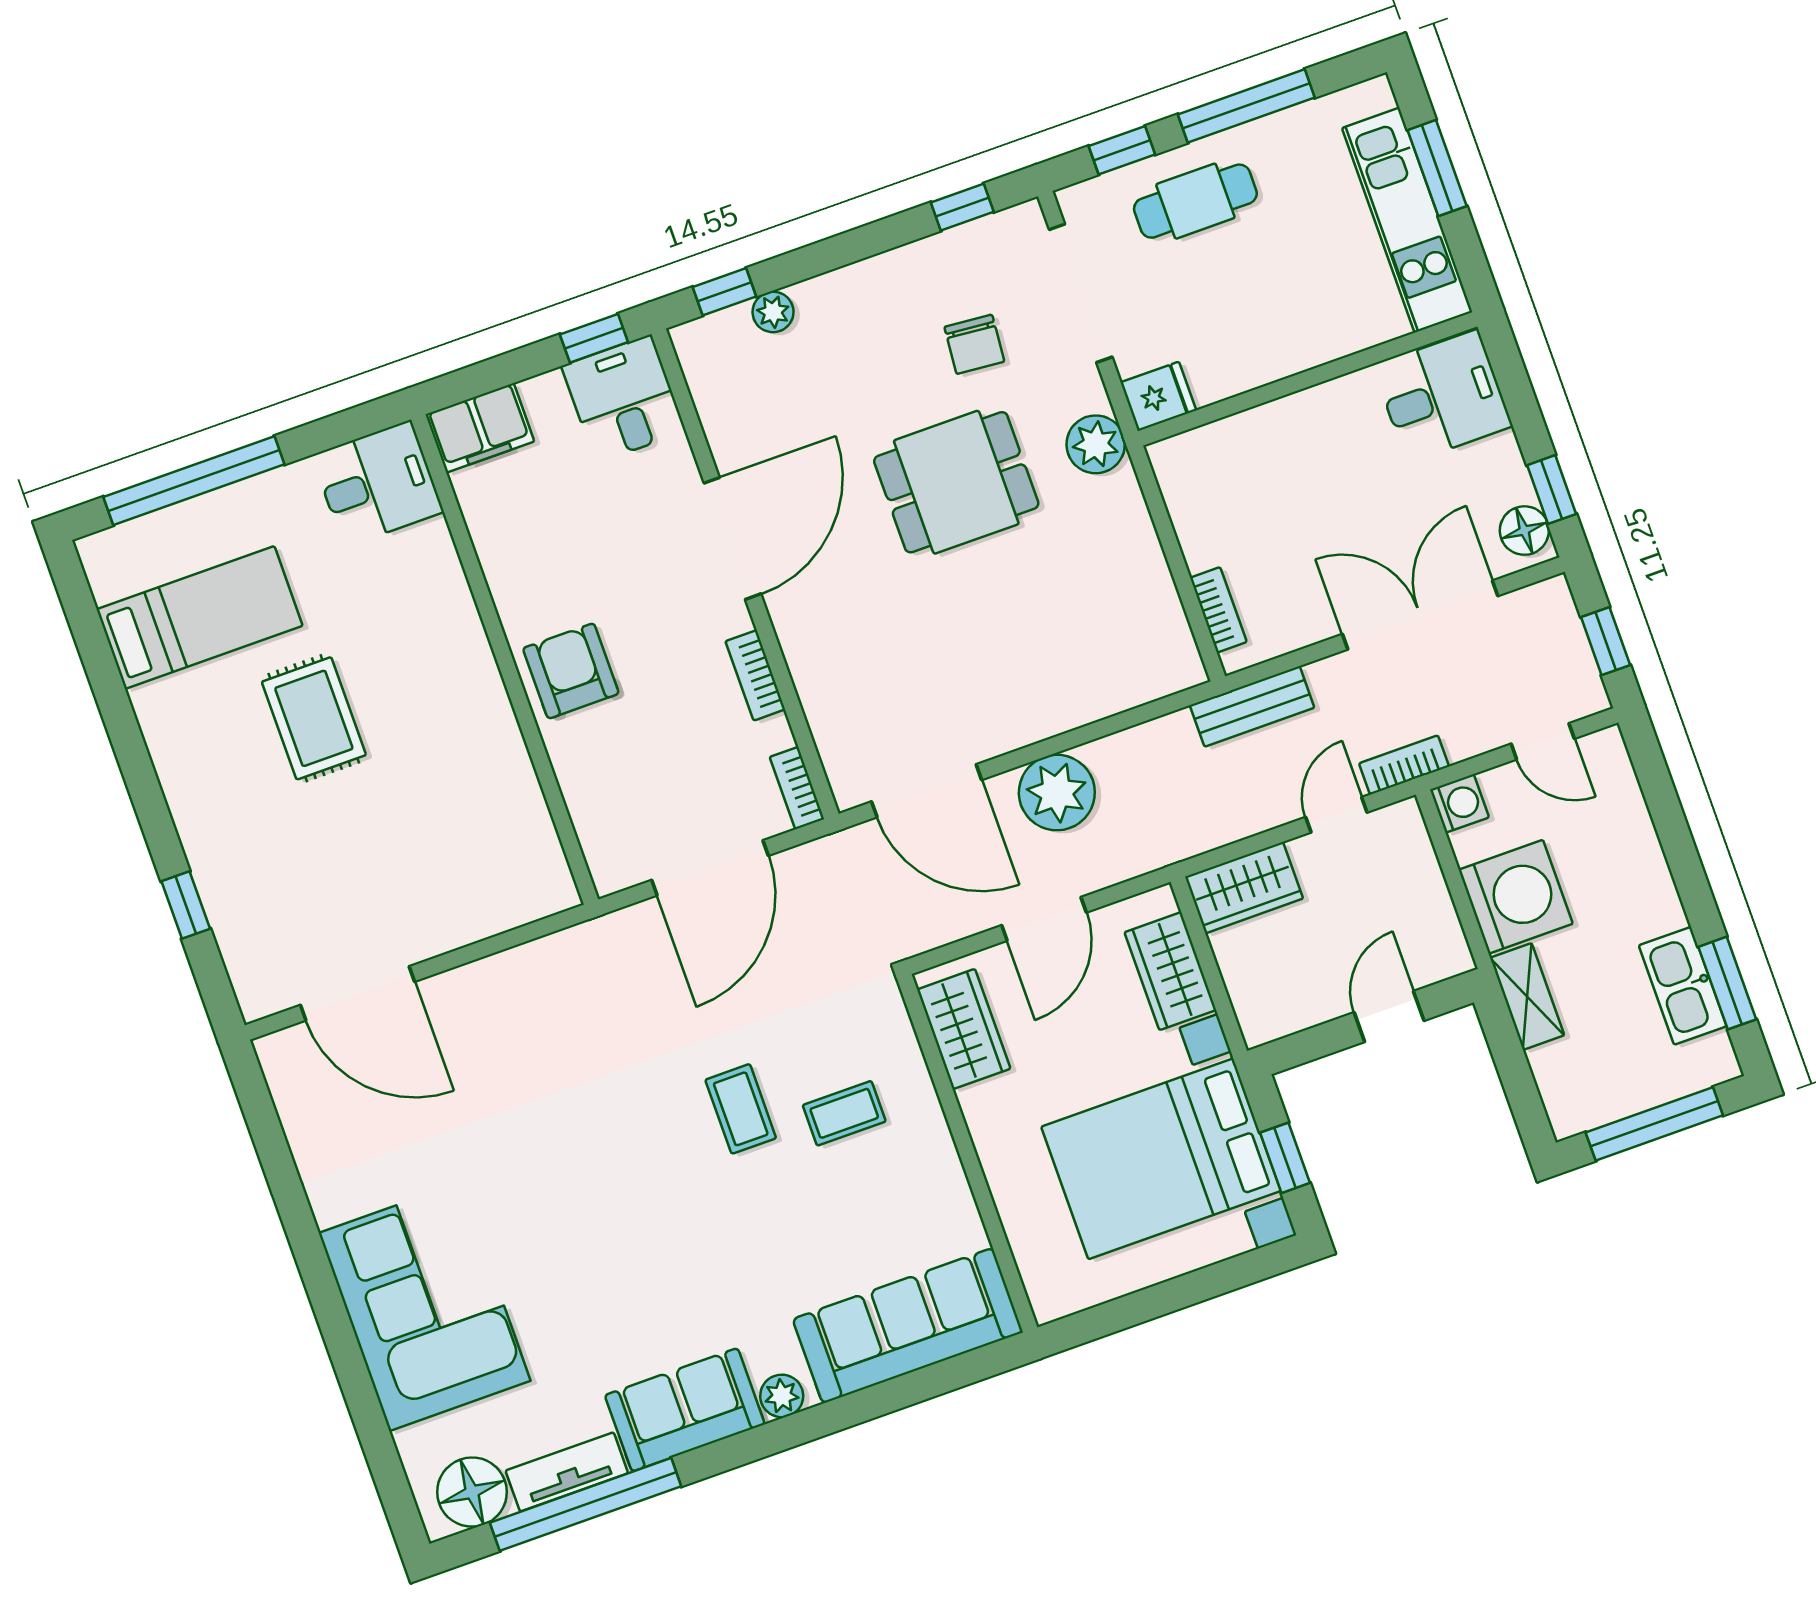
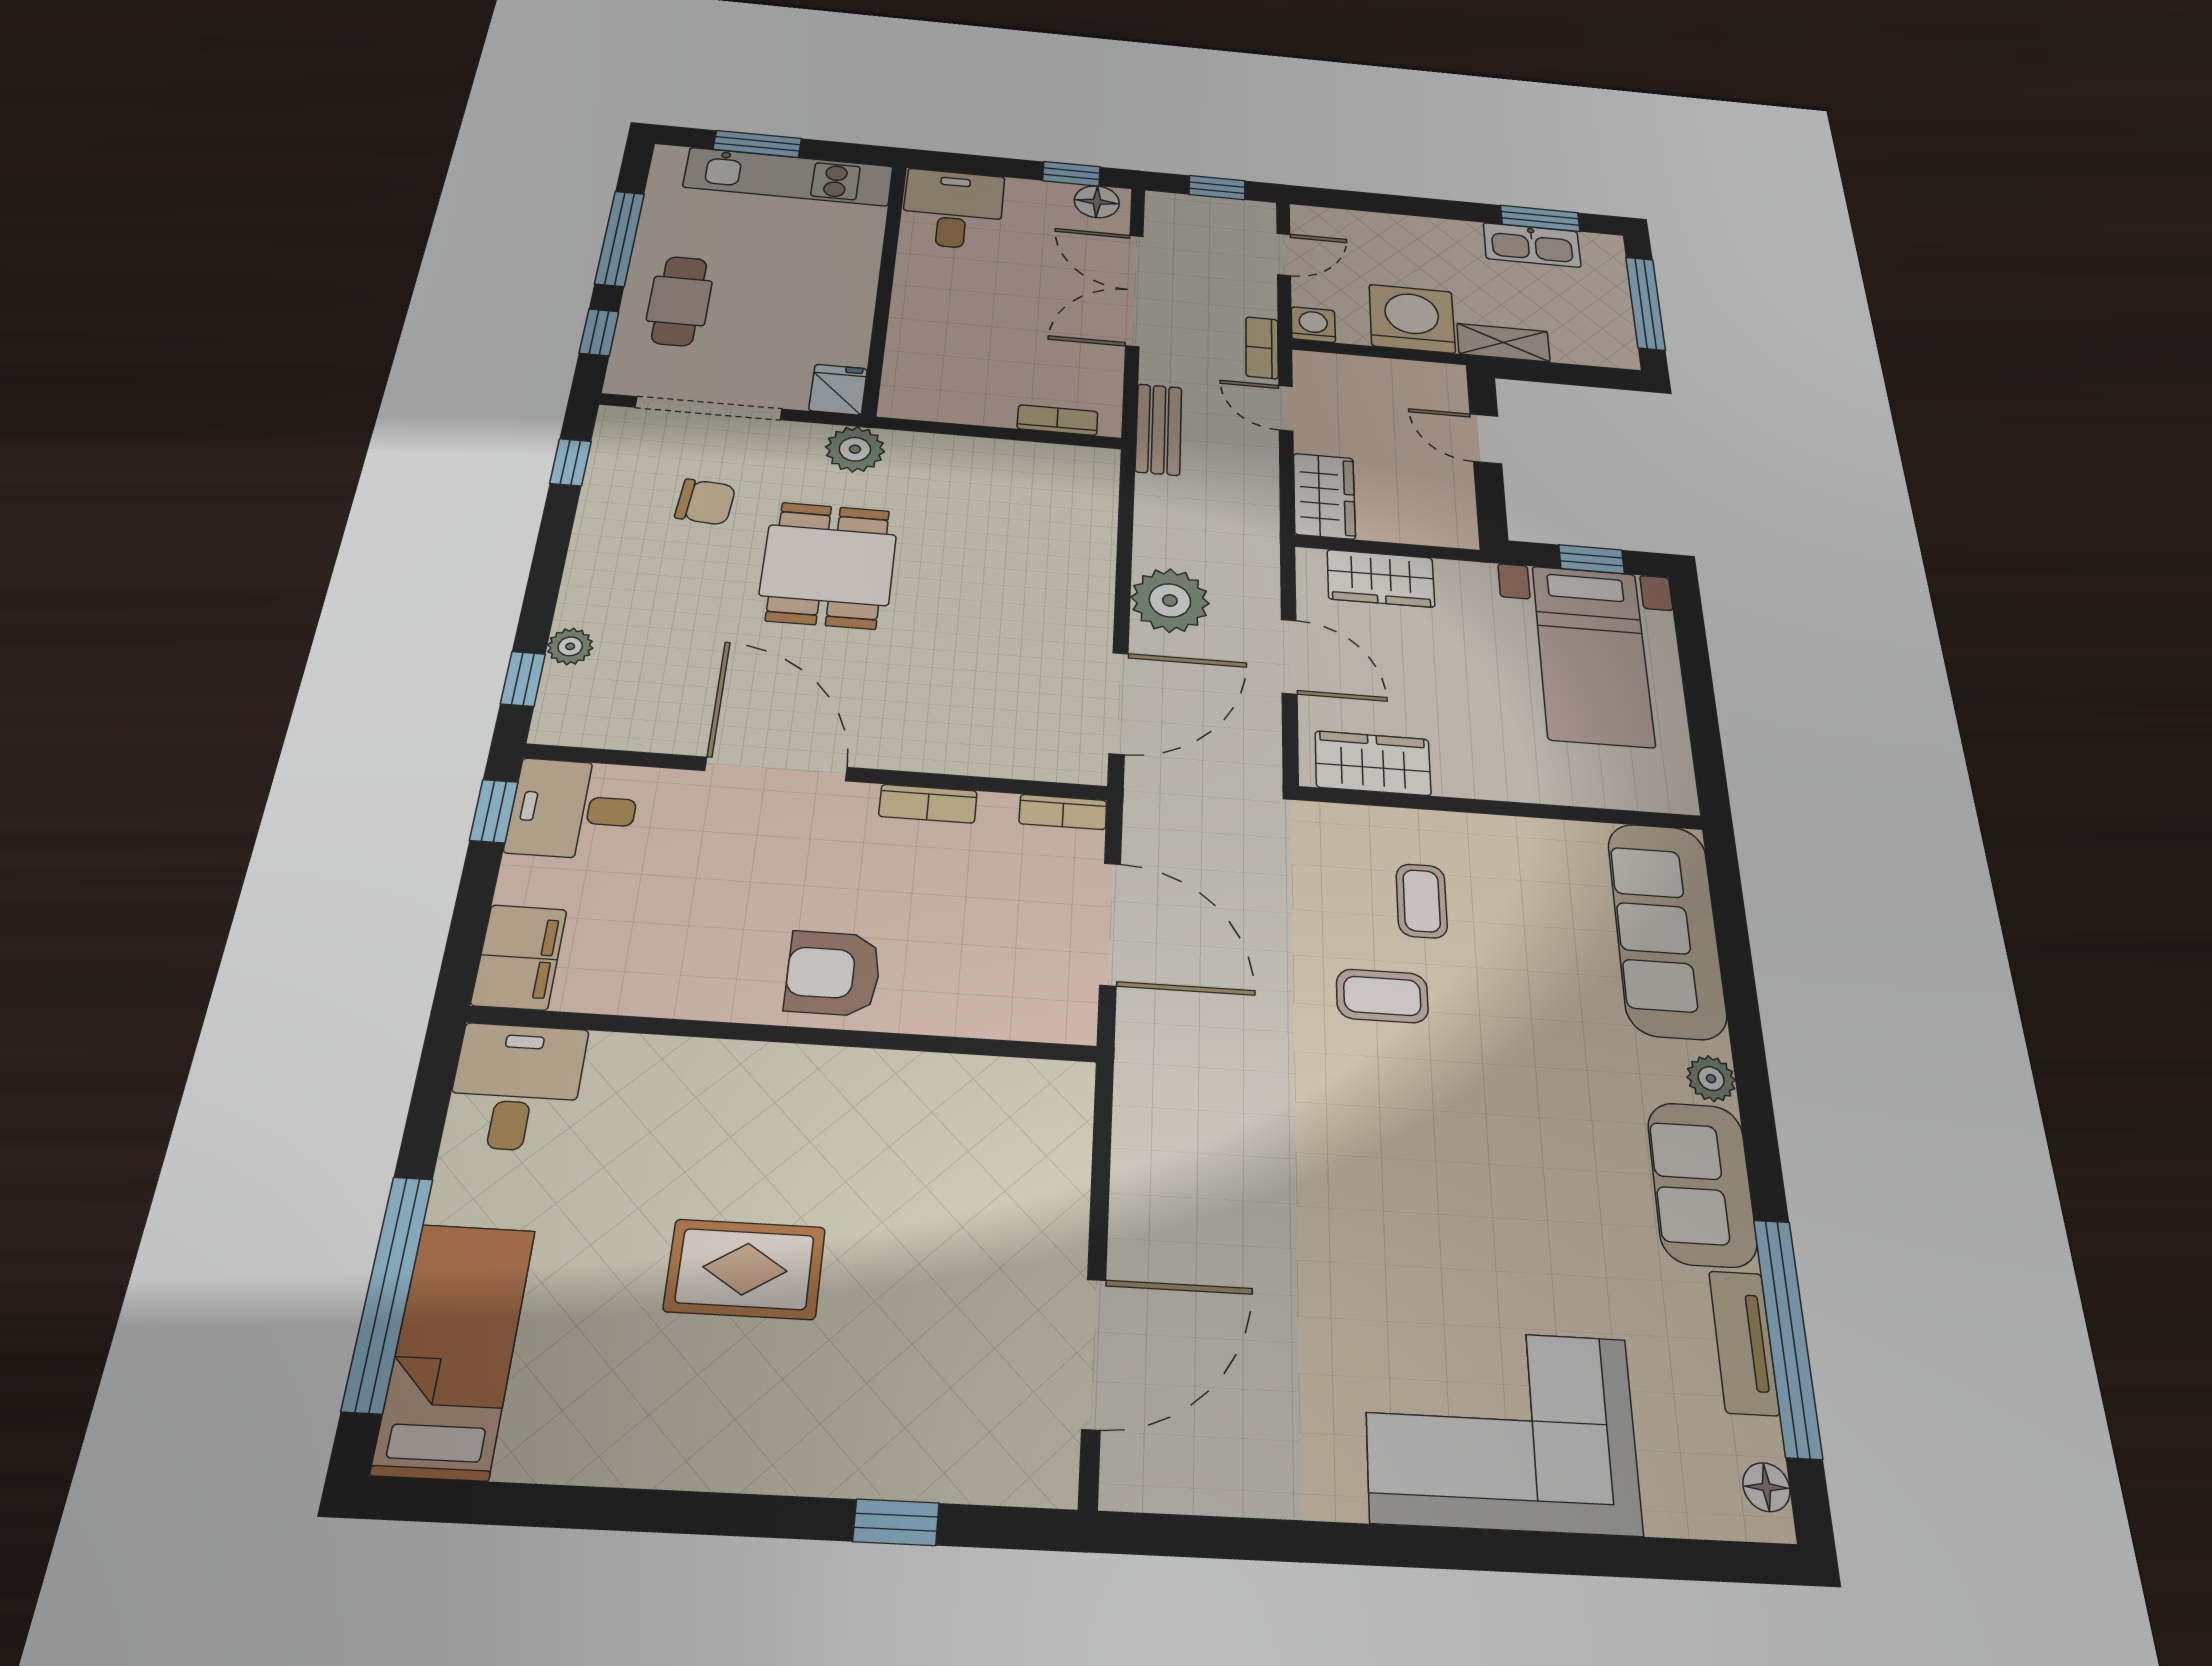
bed: (200, 617) -> (455, 1350), moved
bed with nightstands: (1161, 1159) -> (1593, 655), width x0.73
floor lamp: (472, 1492) -> (1766, 1487), width x0.53, depth x0.53

